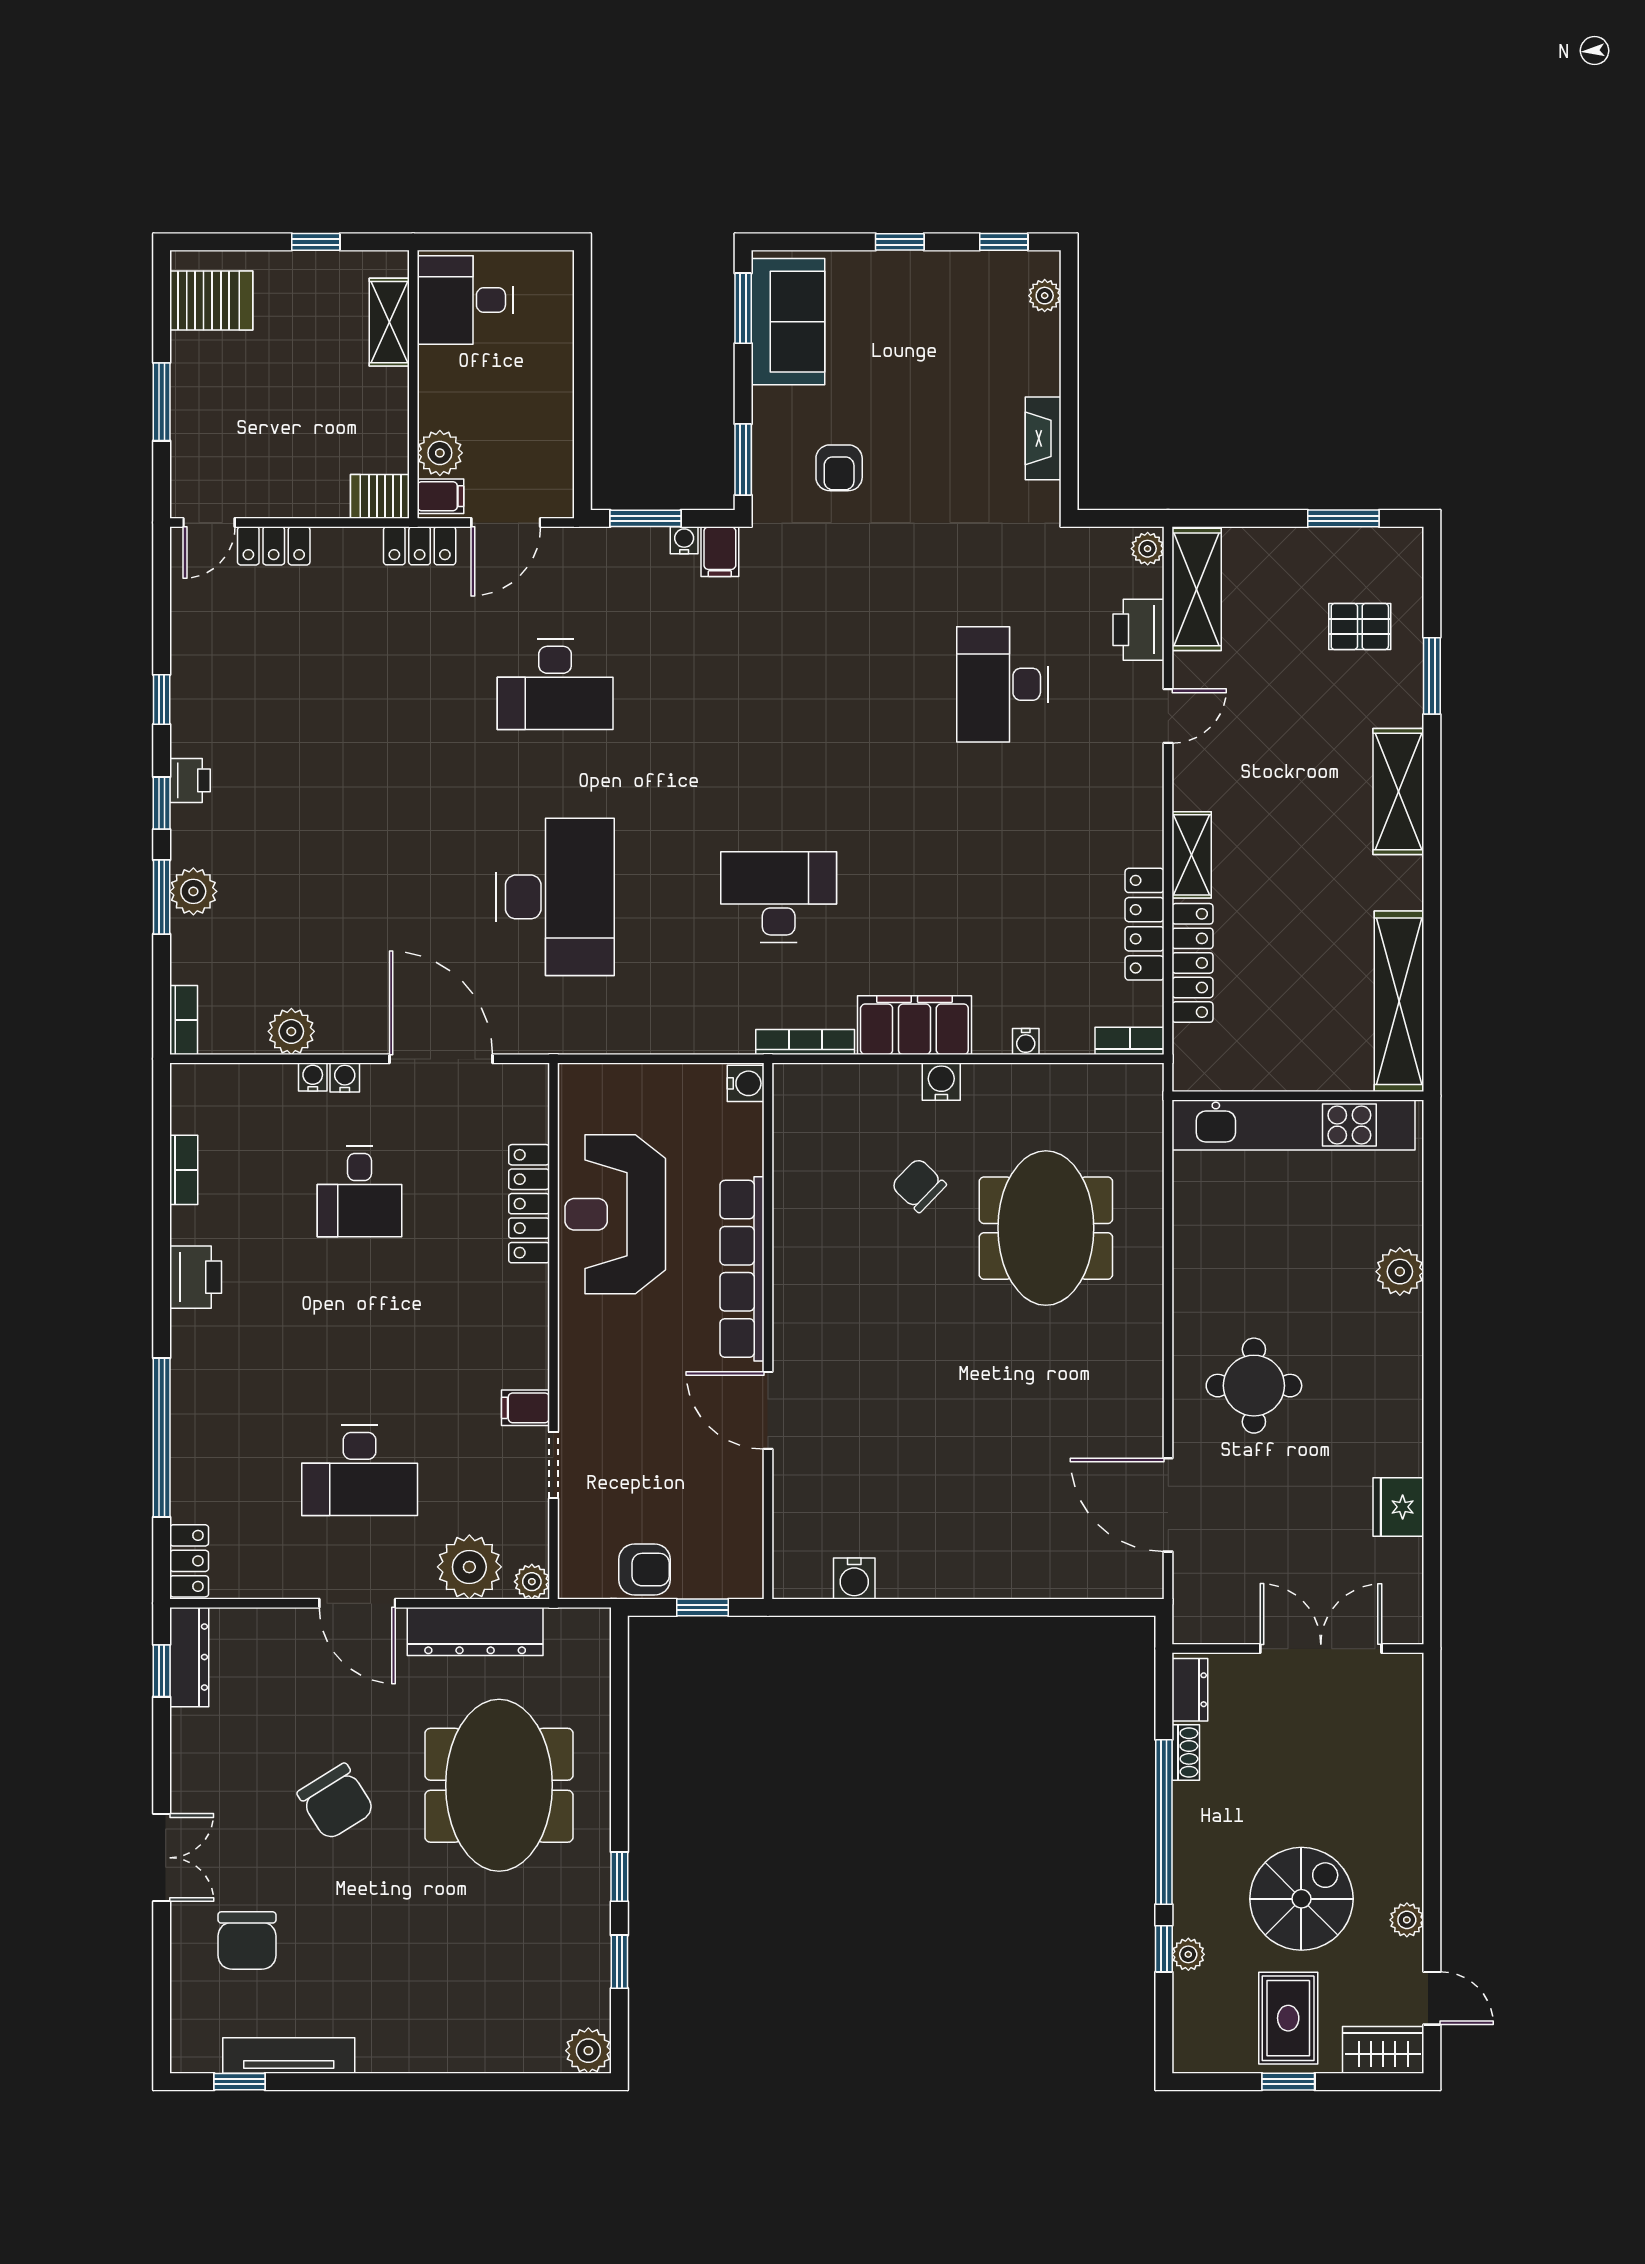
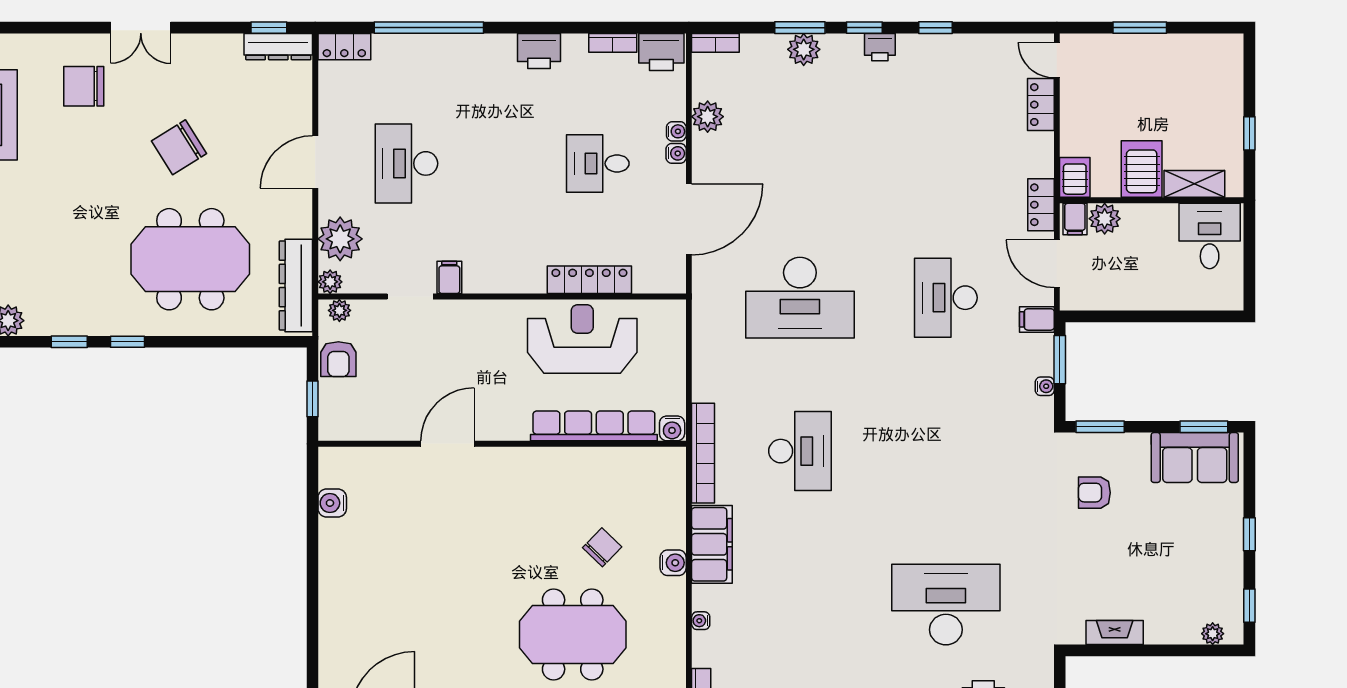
server rack: (211, 300) -> (1142, 169), moved, turned 180
filing cabinet: (720, 552) -> (1037, 319), moved
desk: (1002, 684) -> (946, 605), width x1.36, depth x1.30
bookcase: (805, 1042) -> (703, 453), width x1.48, depth x1.31
printer: (197, 1099) -> (661, 52), added
row of seats: (742, 1269) -> (594, 426), moved
plant: (574, 1568) -> (339, 310), added
dresser: (475, 1631) -> (296, 286), moved

